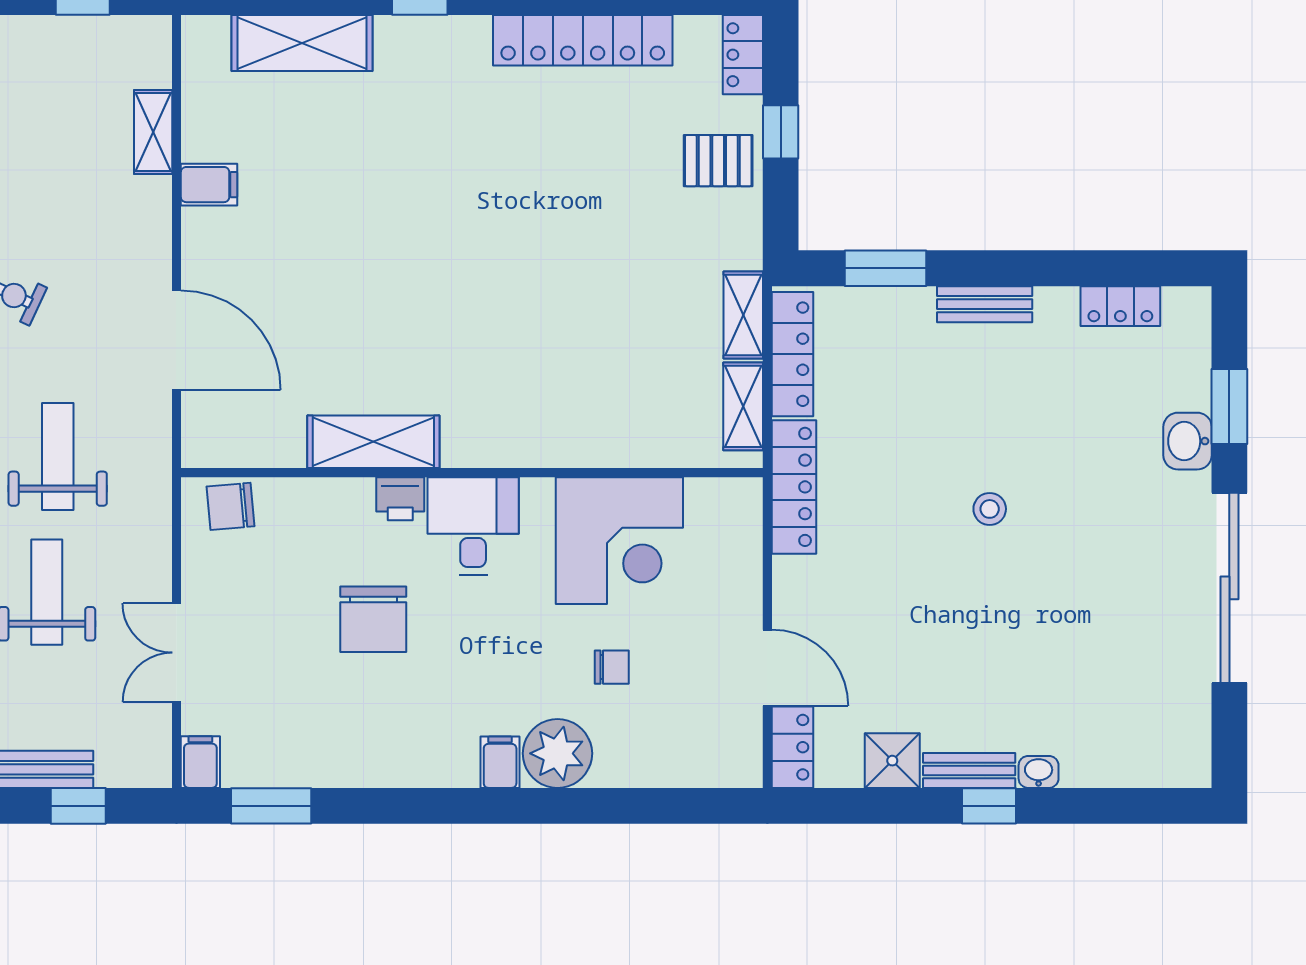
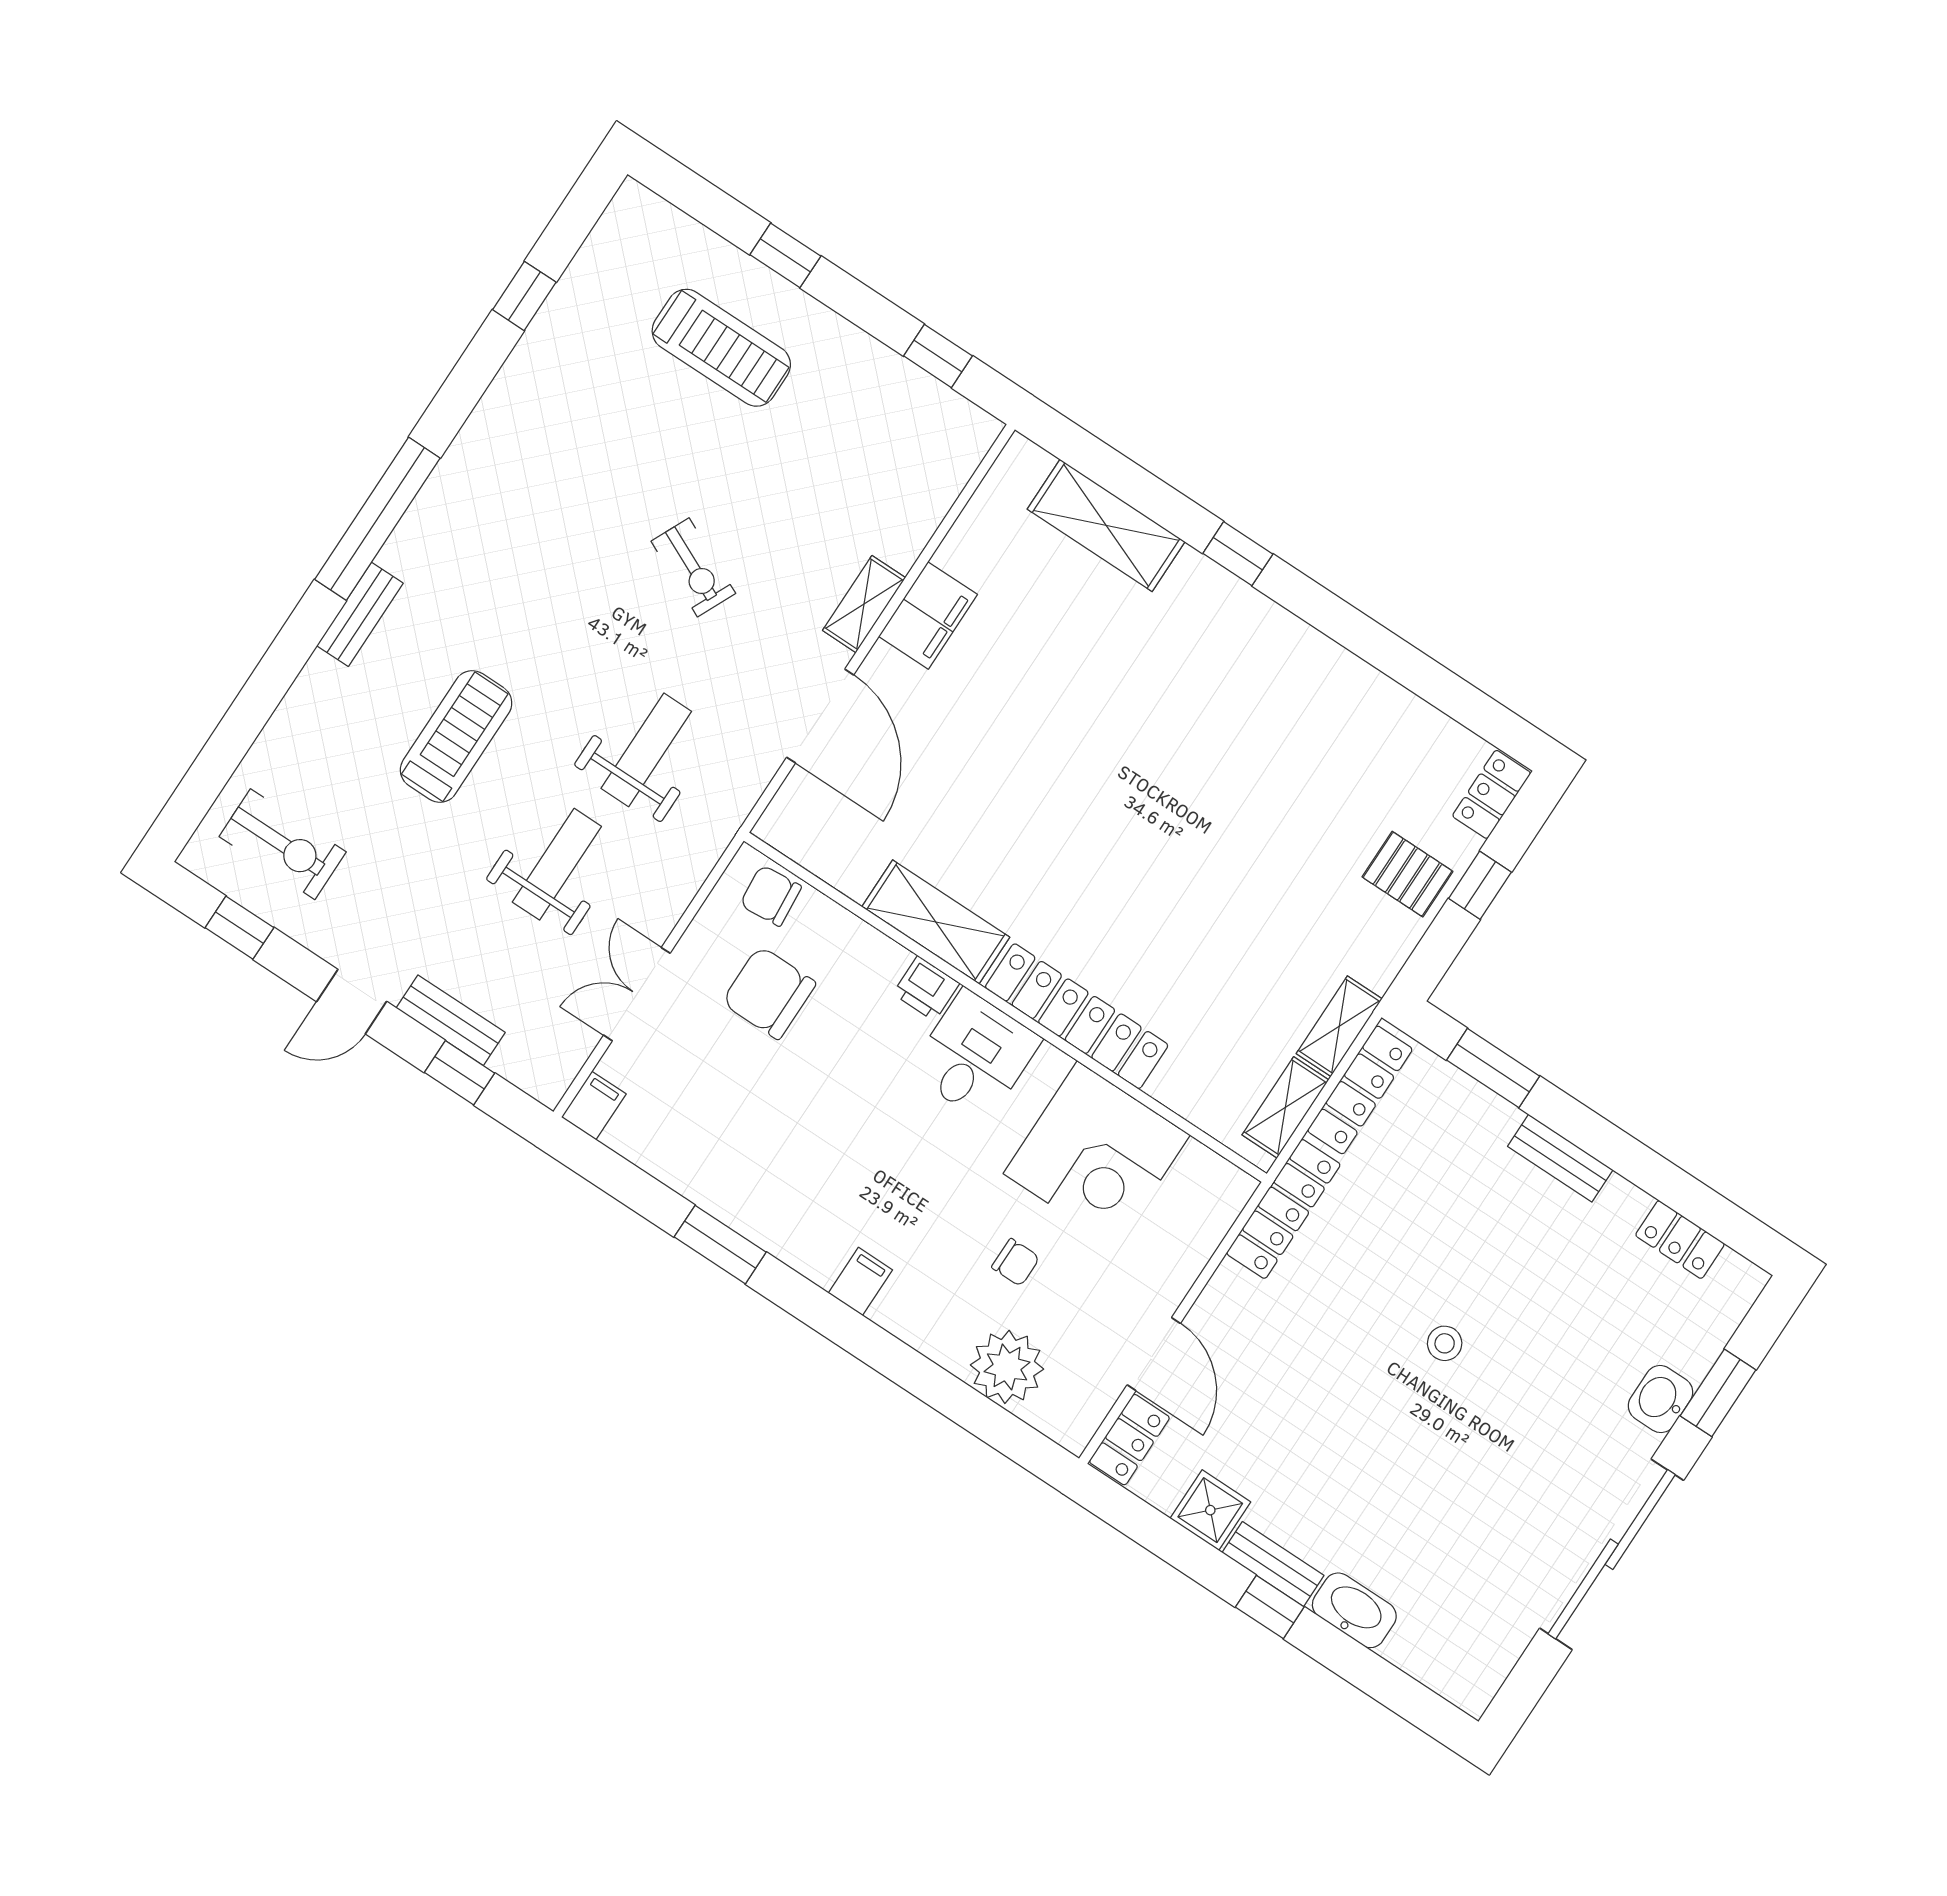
locker: (583, 40) -> (1077, 1016), moved, turned 180
shelving: (153, 132) -> (864, 604), moved
filing cabinet: (209, 185) -> (928, 615), width x2.00
chair: (373, 619) -> (769, 993), moved, turned 90
plant: (557, 753) -> (1007, 1367), moved
washbasin: (1039, 772) -> (1354, 1610), width x1.91, depth x1.45
window: (271, 806) -> (720, 1245), moved

